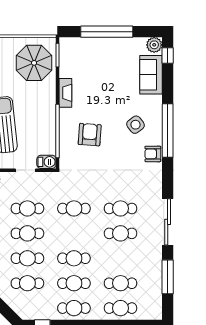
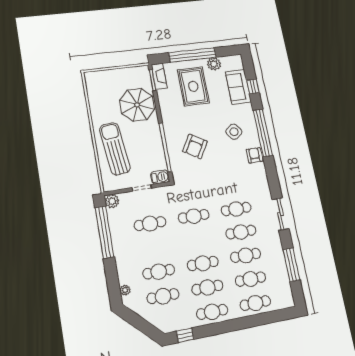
plant: (154, 45) -> (214, 64), moved
window: (168, 56) -> (253, 86), moved
parasol: (34, 63) -> (137, 105), moved
rug: (101, 68) -> (193, 86), added
fireplace: (65, 93) -> (159, 76), moved
armchair: (90, 135) -> (195, 146), turned -153
armchair: (153, 154) -> (254, 155), turned 90
sliding door: (168, 222) -> (280, 214), width x0.73
cafe table: (27, 233) -> (246, 255), moved

